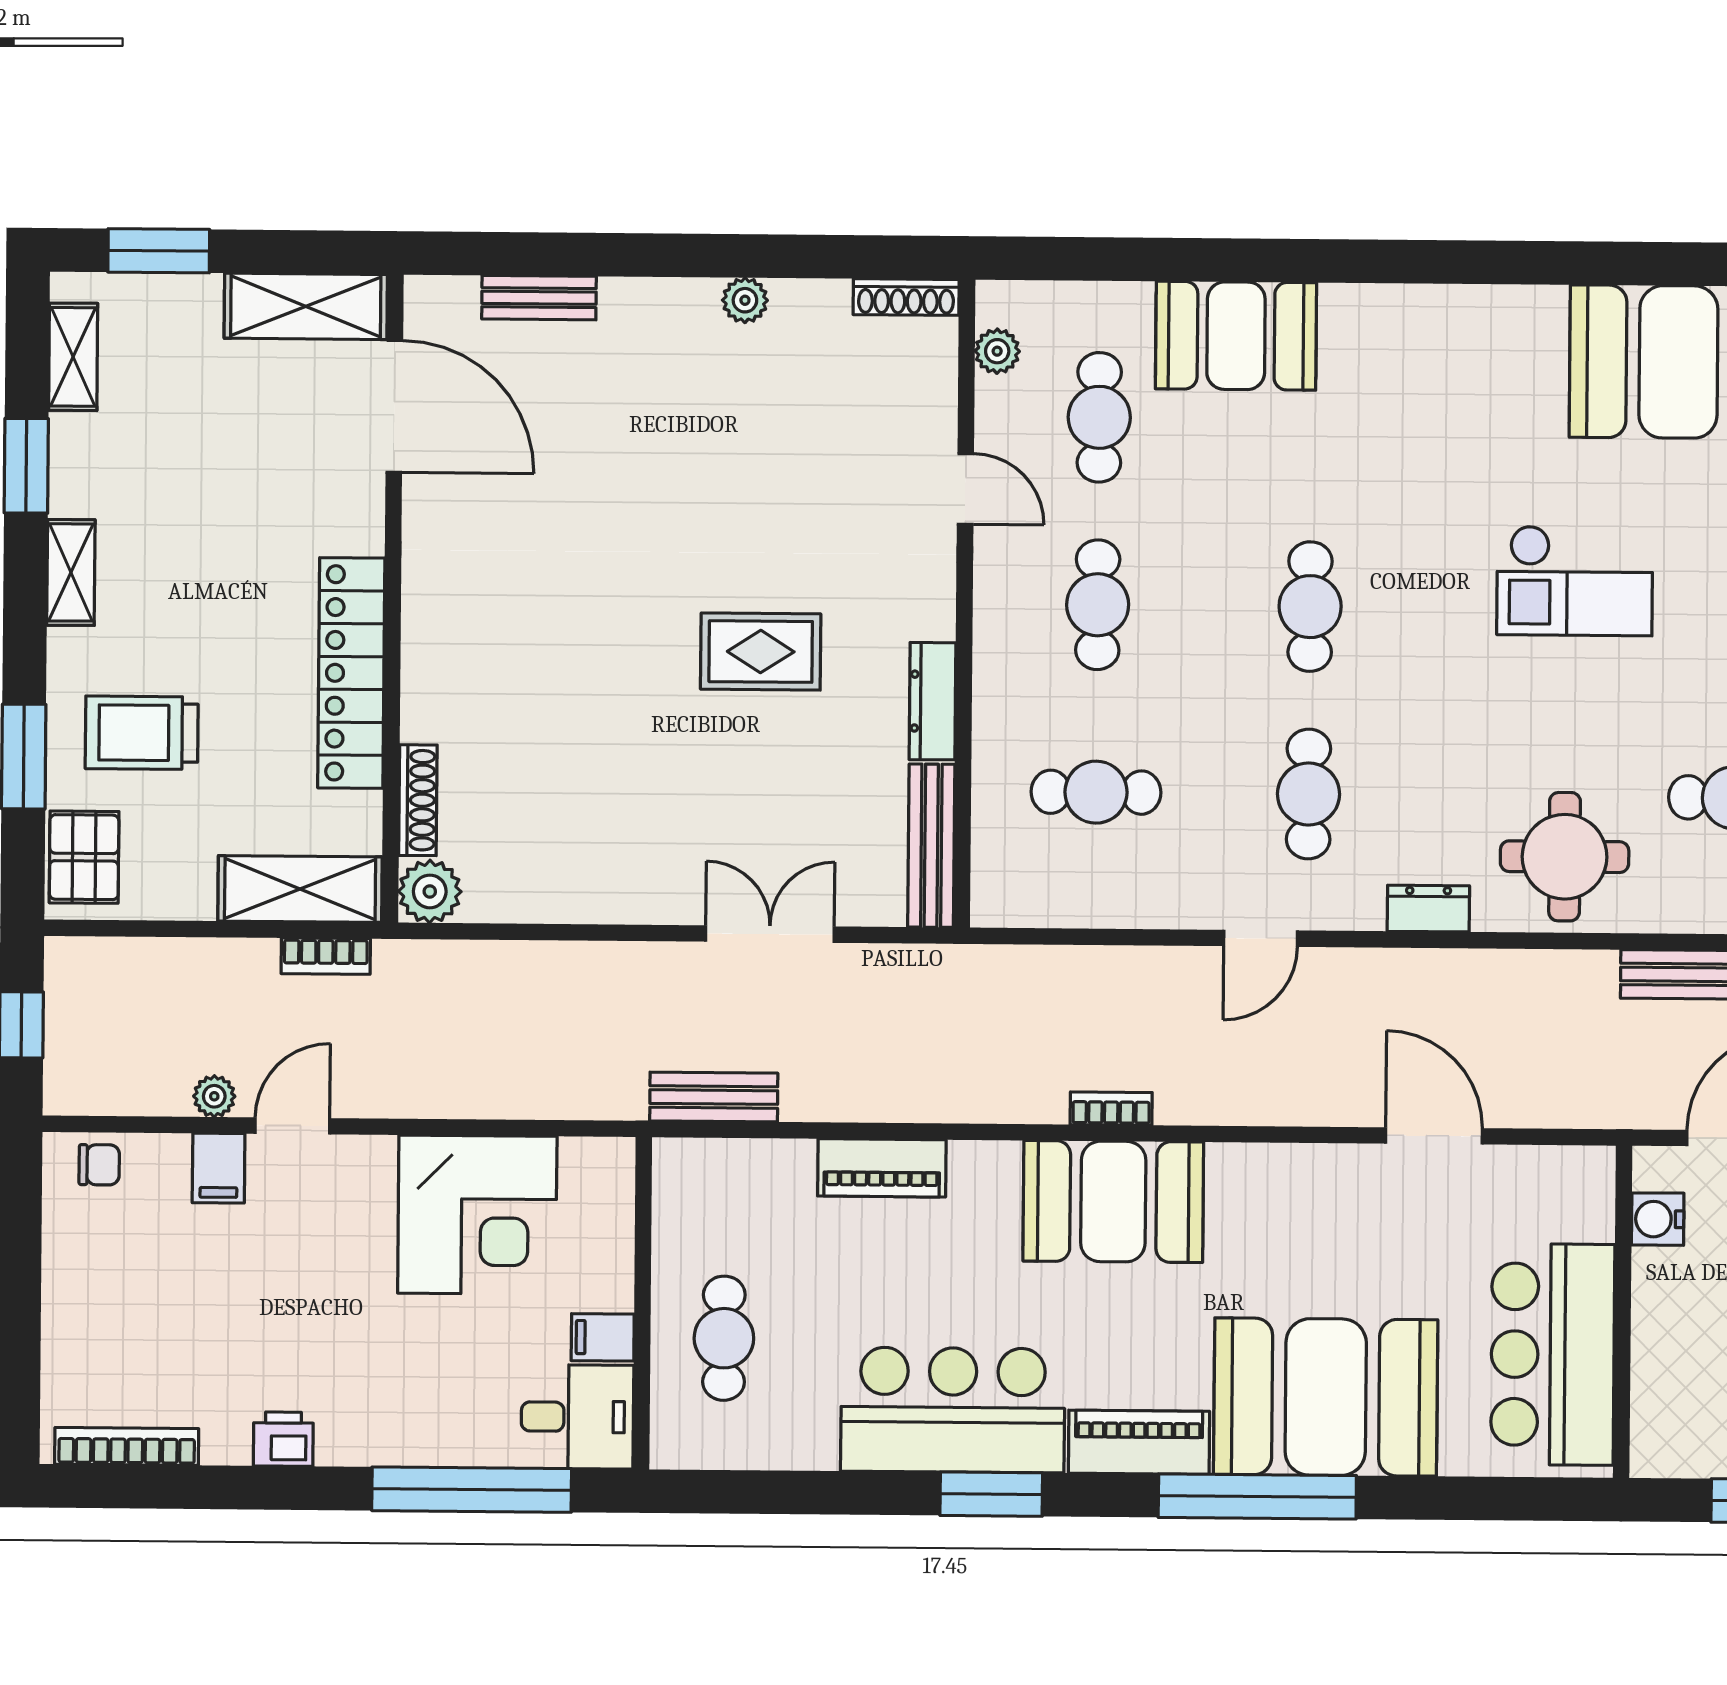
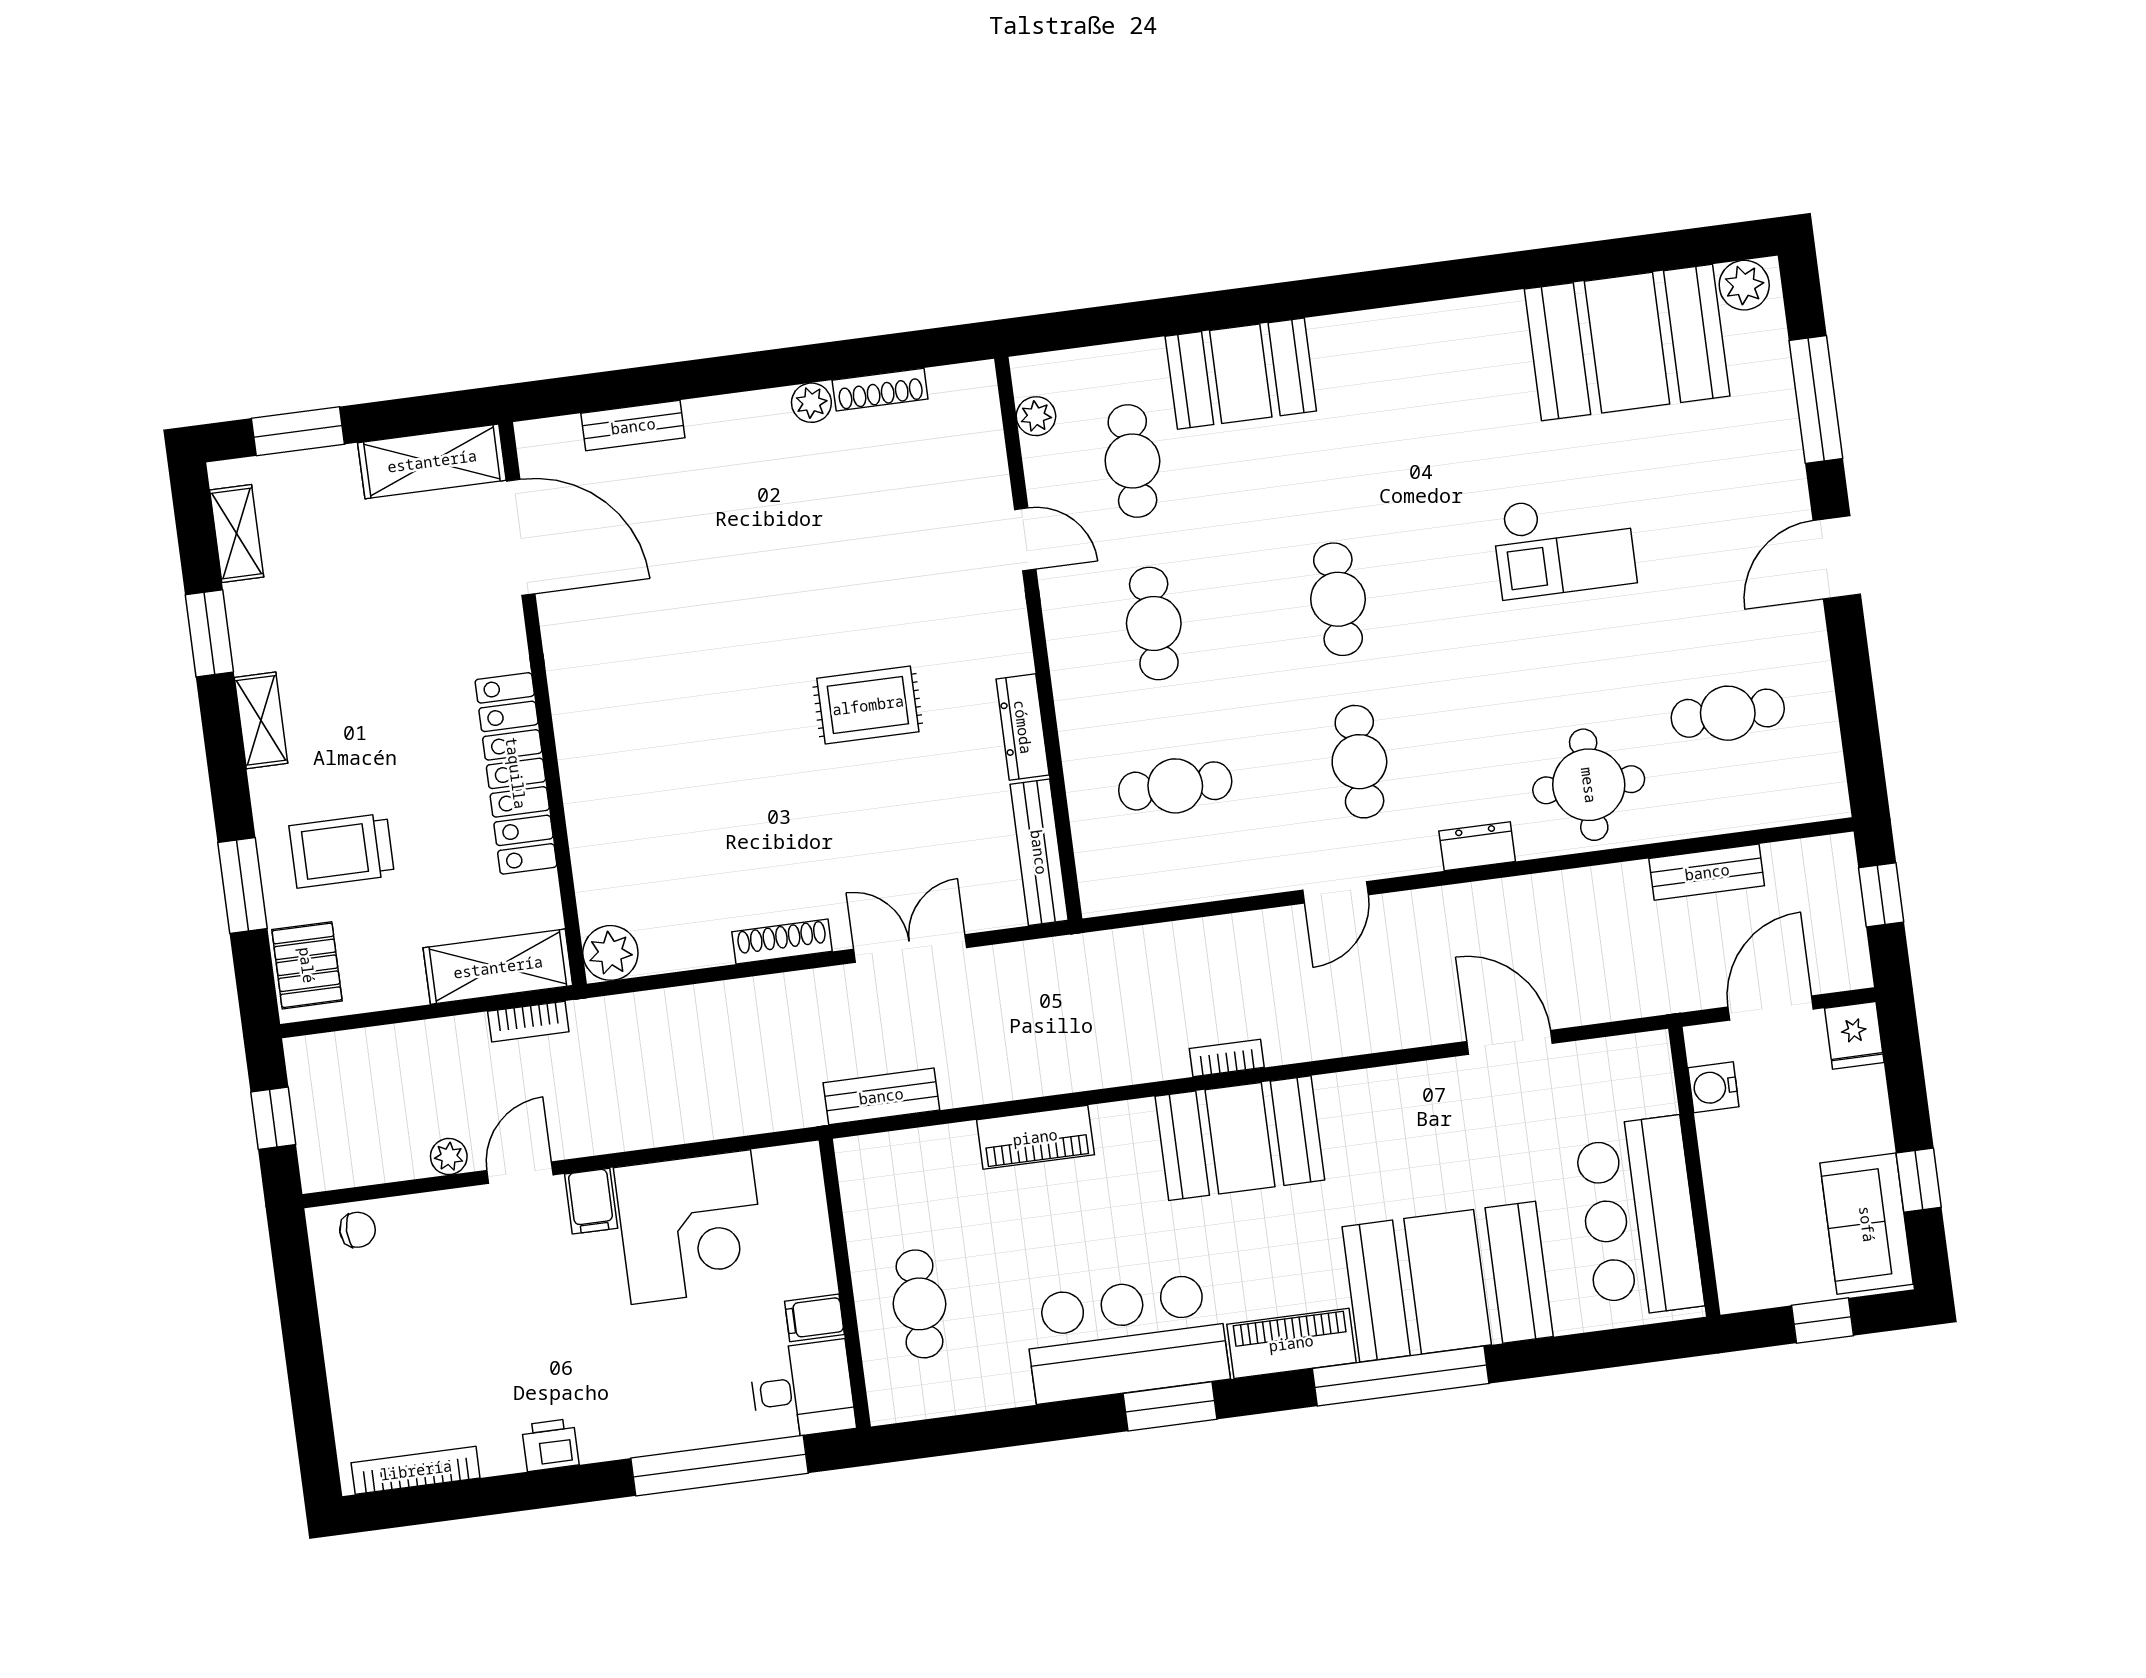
shoe rack: (906, 297) -> (880, 390), moved
shoe rack: (418, 800) -> (782, 941), moved, turned -90
filing cabinet: (219, 1168) -> (591, 1201), moved

